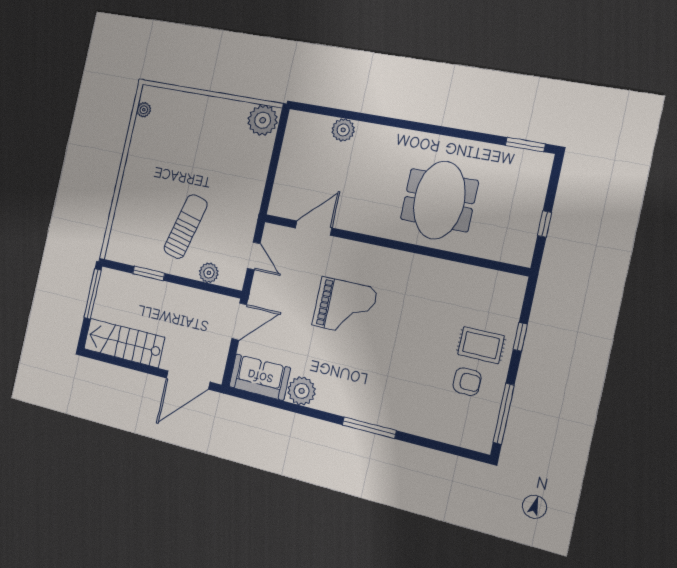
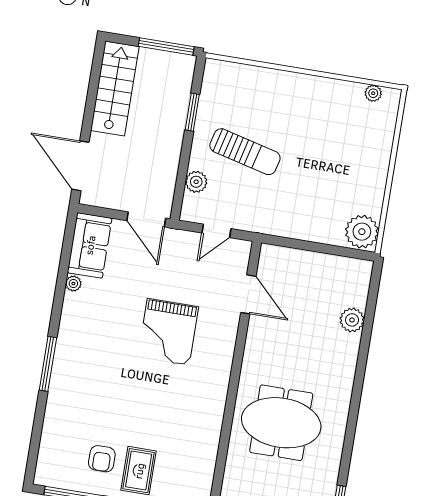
plant: (302, 391) -> (73, 283), width x0.53, depth x0.53

